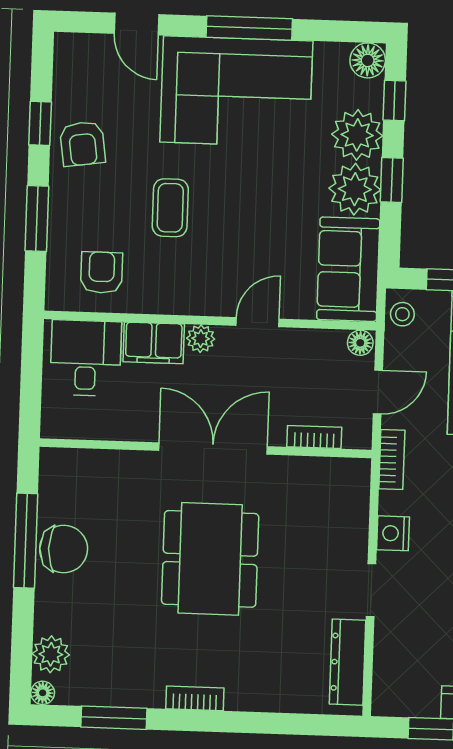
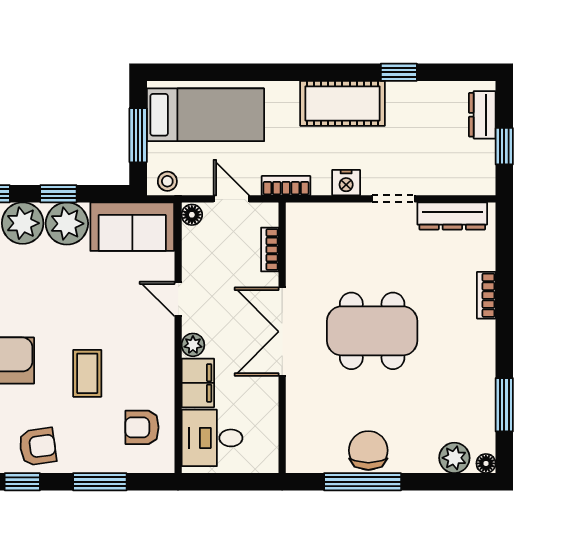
coffee table: (170, 208) -> (87, 373), turned 90
bookcase: (195, 698) -> (486, 295), moved

